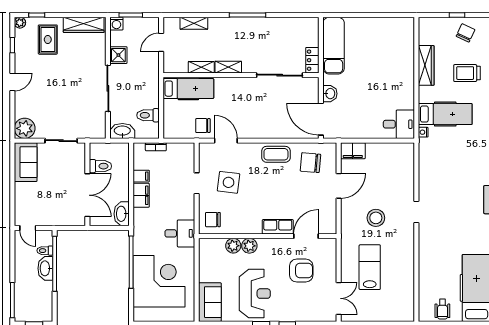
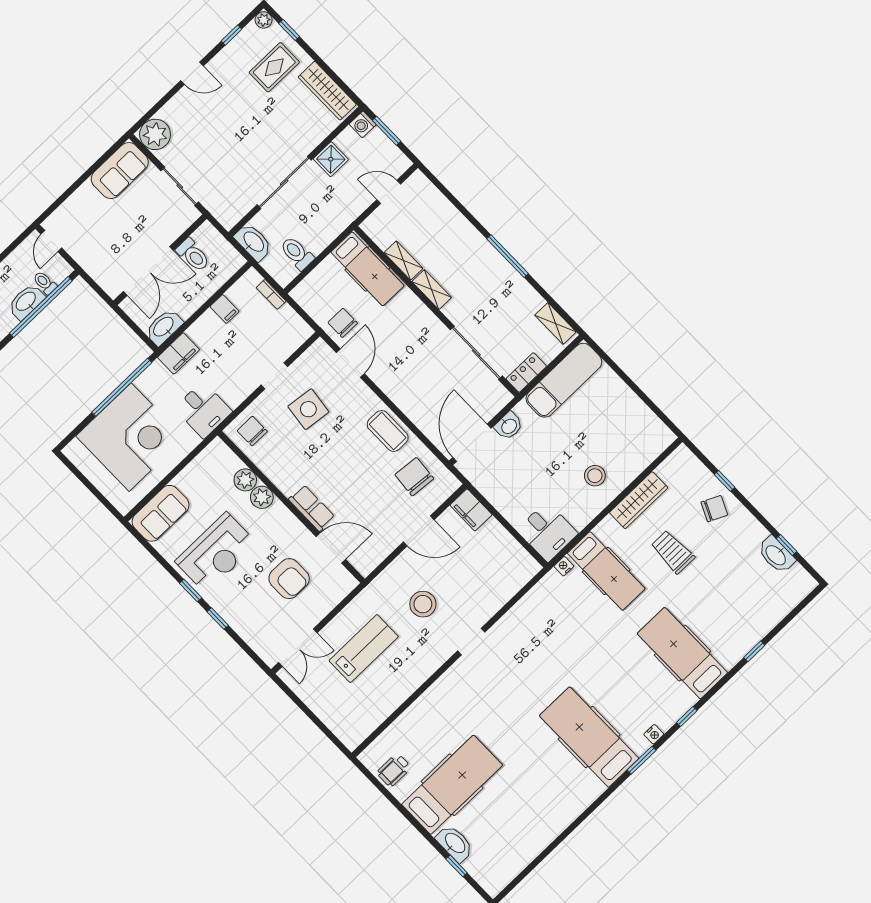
shelving: (194, 23) -> (555, 323), moved
stool: (394, 75) -> (595, 476), added
filing cabinet: (141, 195) -> (178, 353), moved

